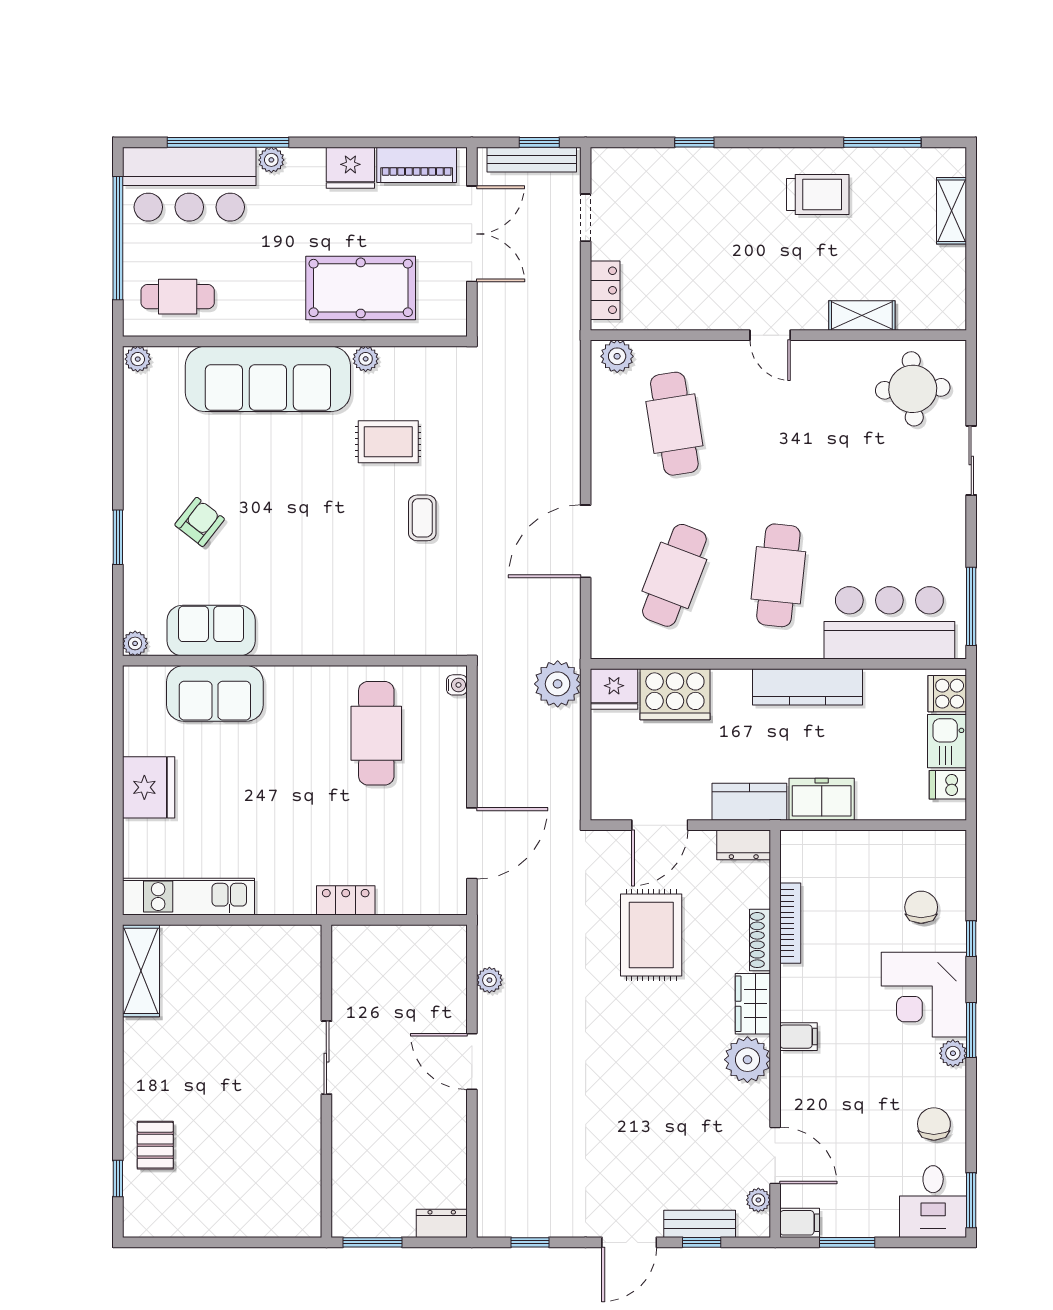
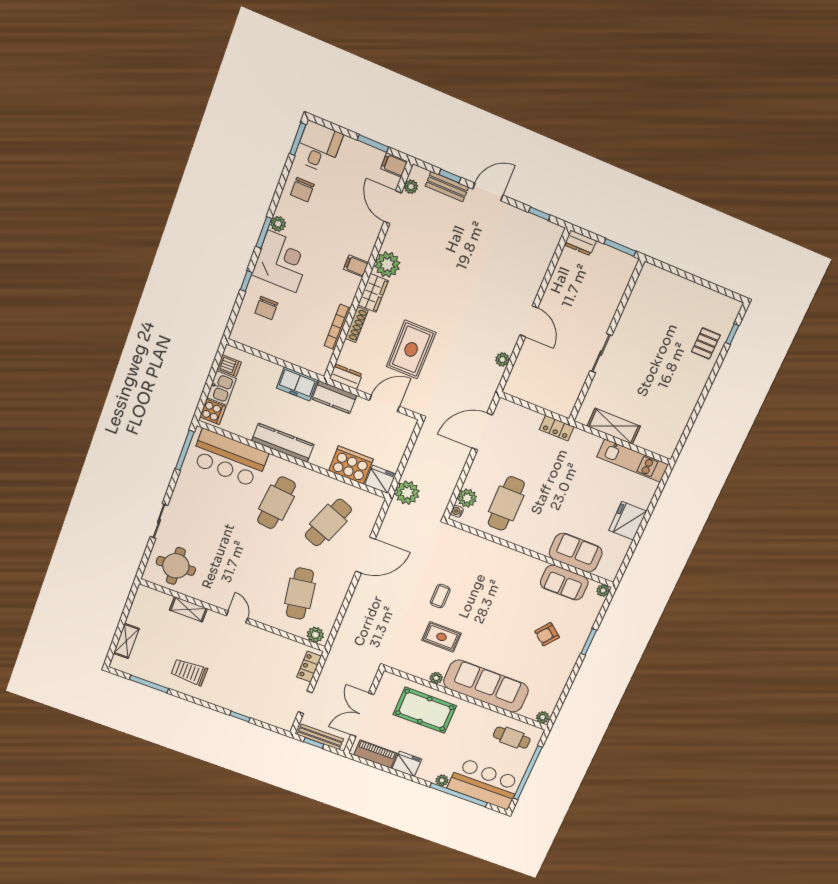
plant: (449, 716) -> (467, 498), added
shelving: (141, 971) -> (614, 426), moved, turned 90

